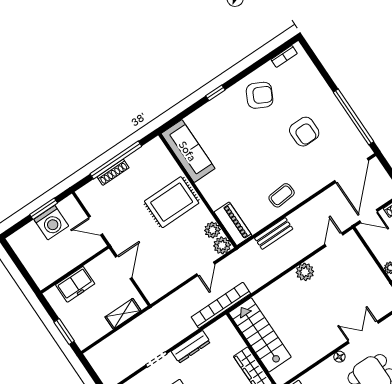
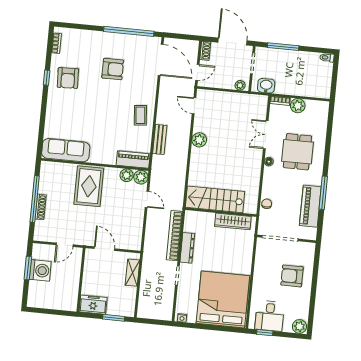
window: (215, 93) -> (47, 78), moved
armchair: (260, 95) -> (68, 78), turned 151
freezer: (75, 284) -> (93, 305), moved, turned -90
bookcase: (221, 305) -> (174, 236), moved

